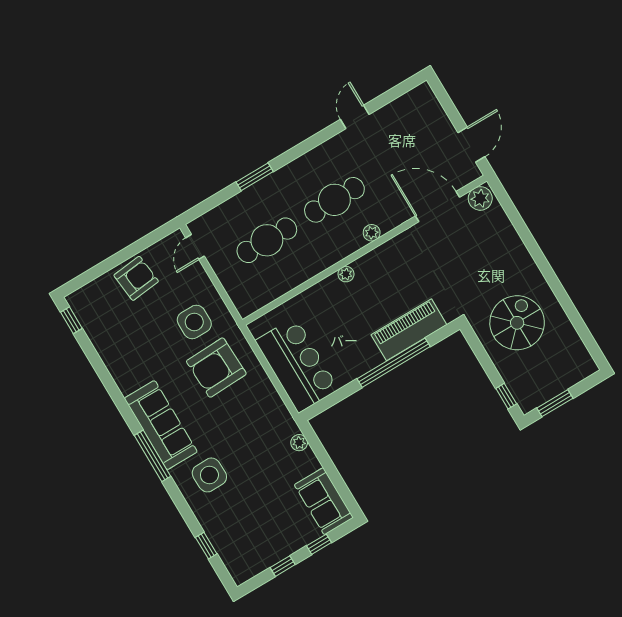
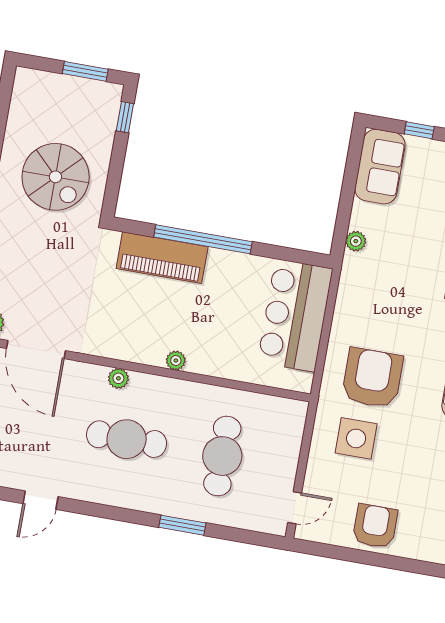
cafe table: (267, 240) -> (222, 456), turned 90
armchair: (136, 278) -> (375, 526), turned 96
spiral stairs: (517, 323) -> (56, 177), turned -90
armchair: (216, 368) -> (372, 378), turned -88

